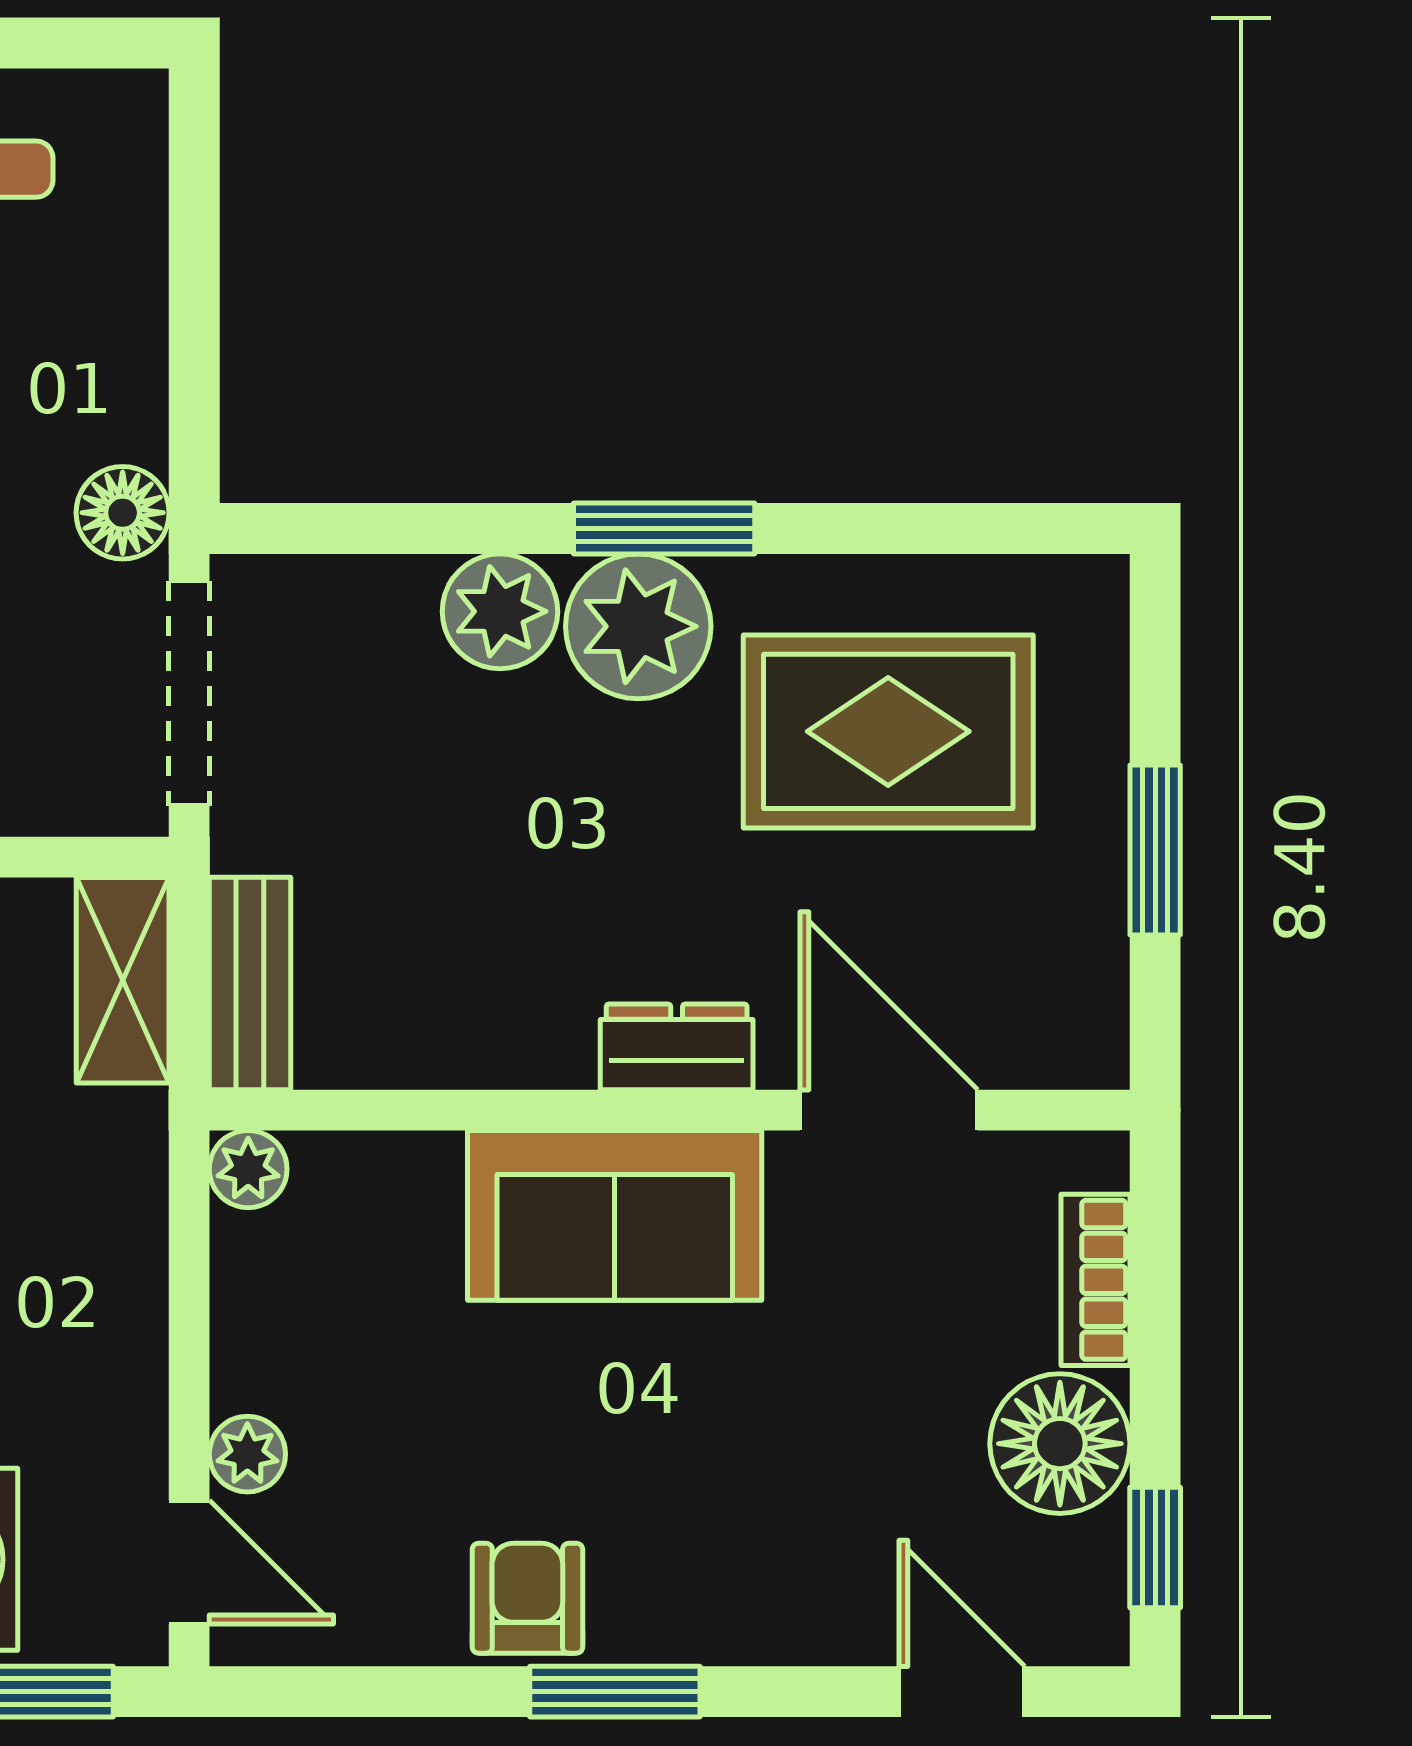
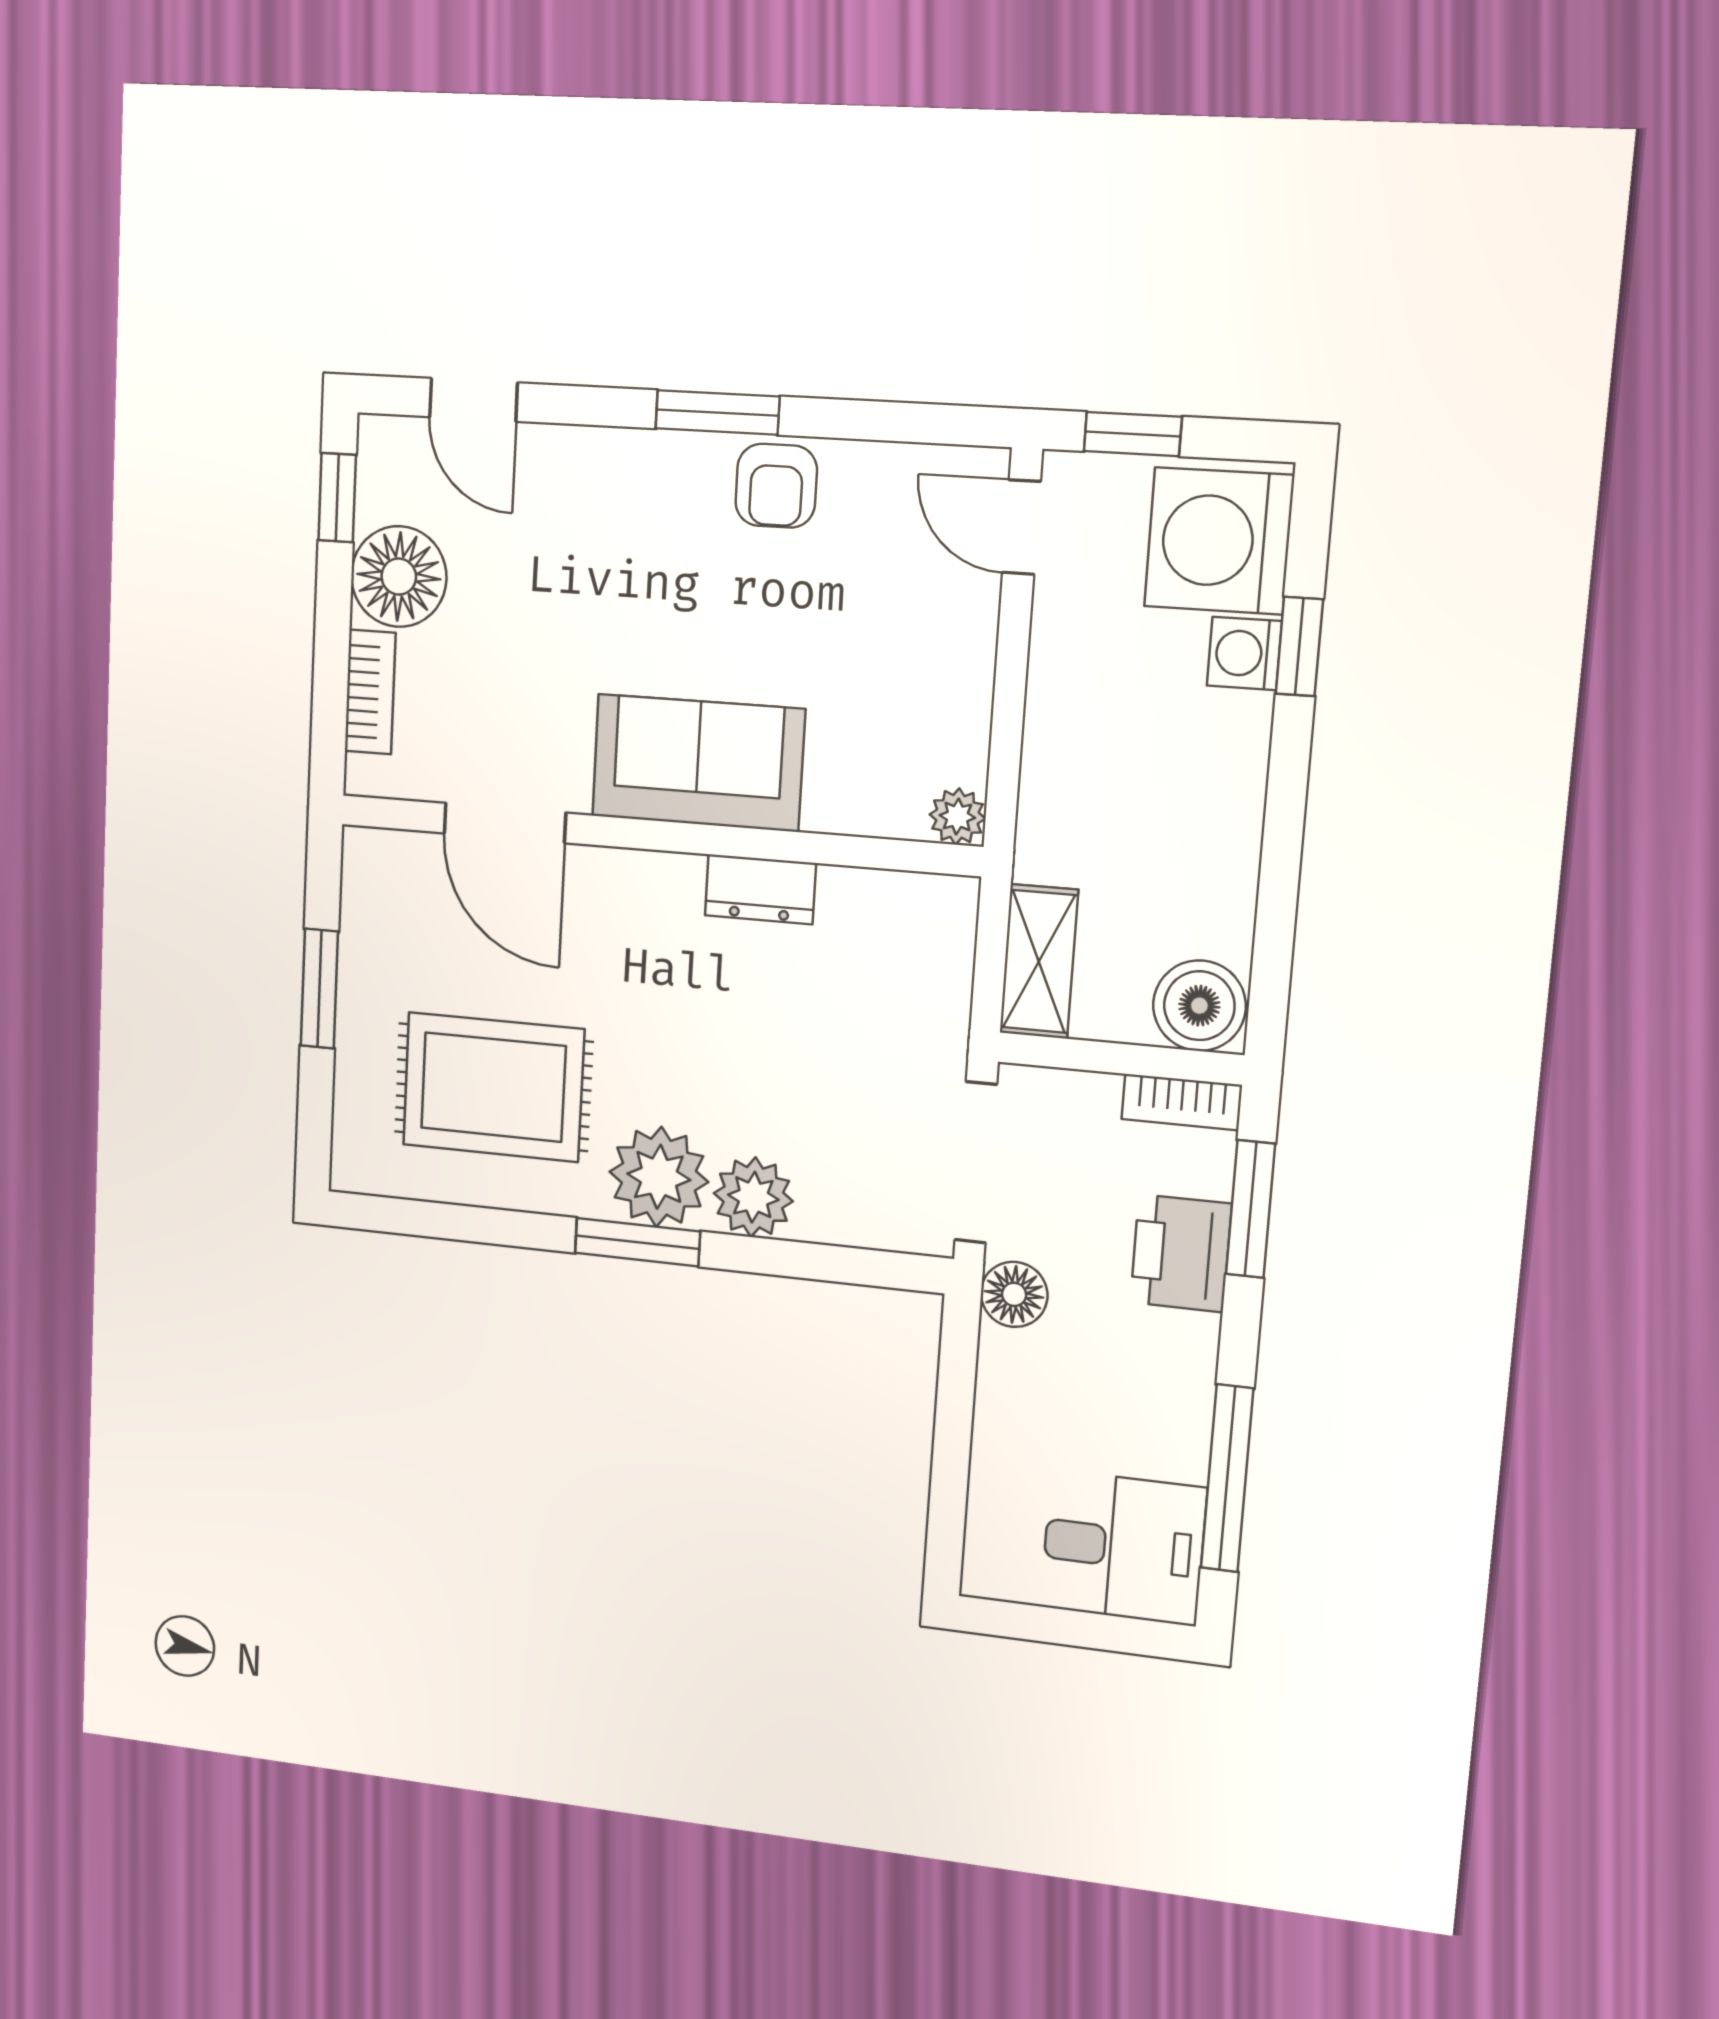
bench: (250, 983) -> (947, 951), removed
dresser: (677, 1047) -> (760, 889), moved
plant: (247, 1454) -> (973, 606), removed

